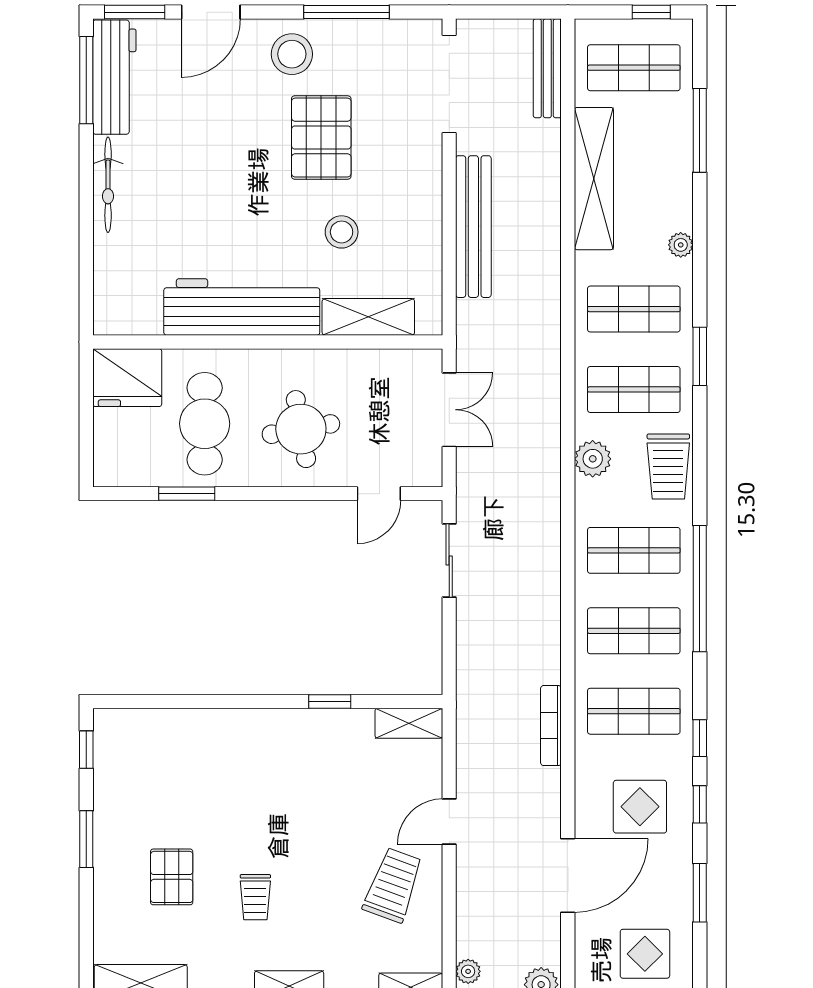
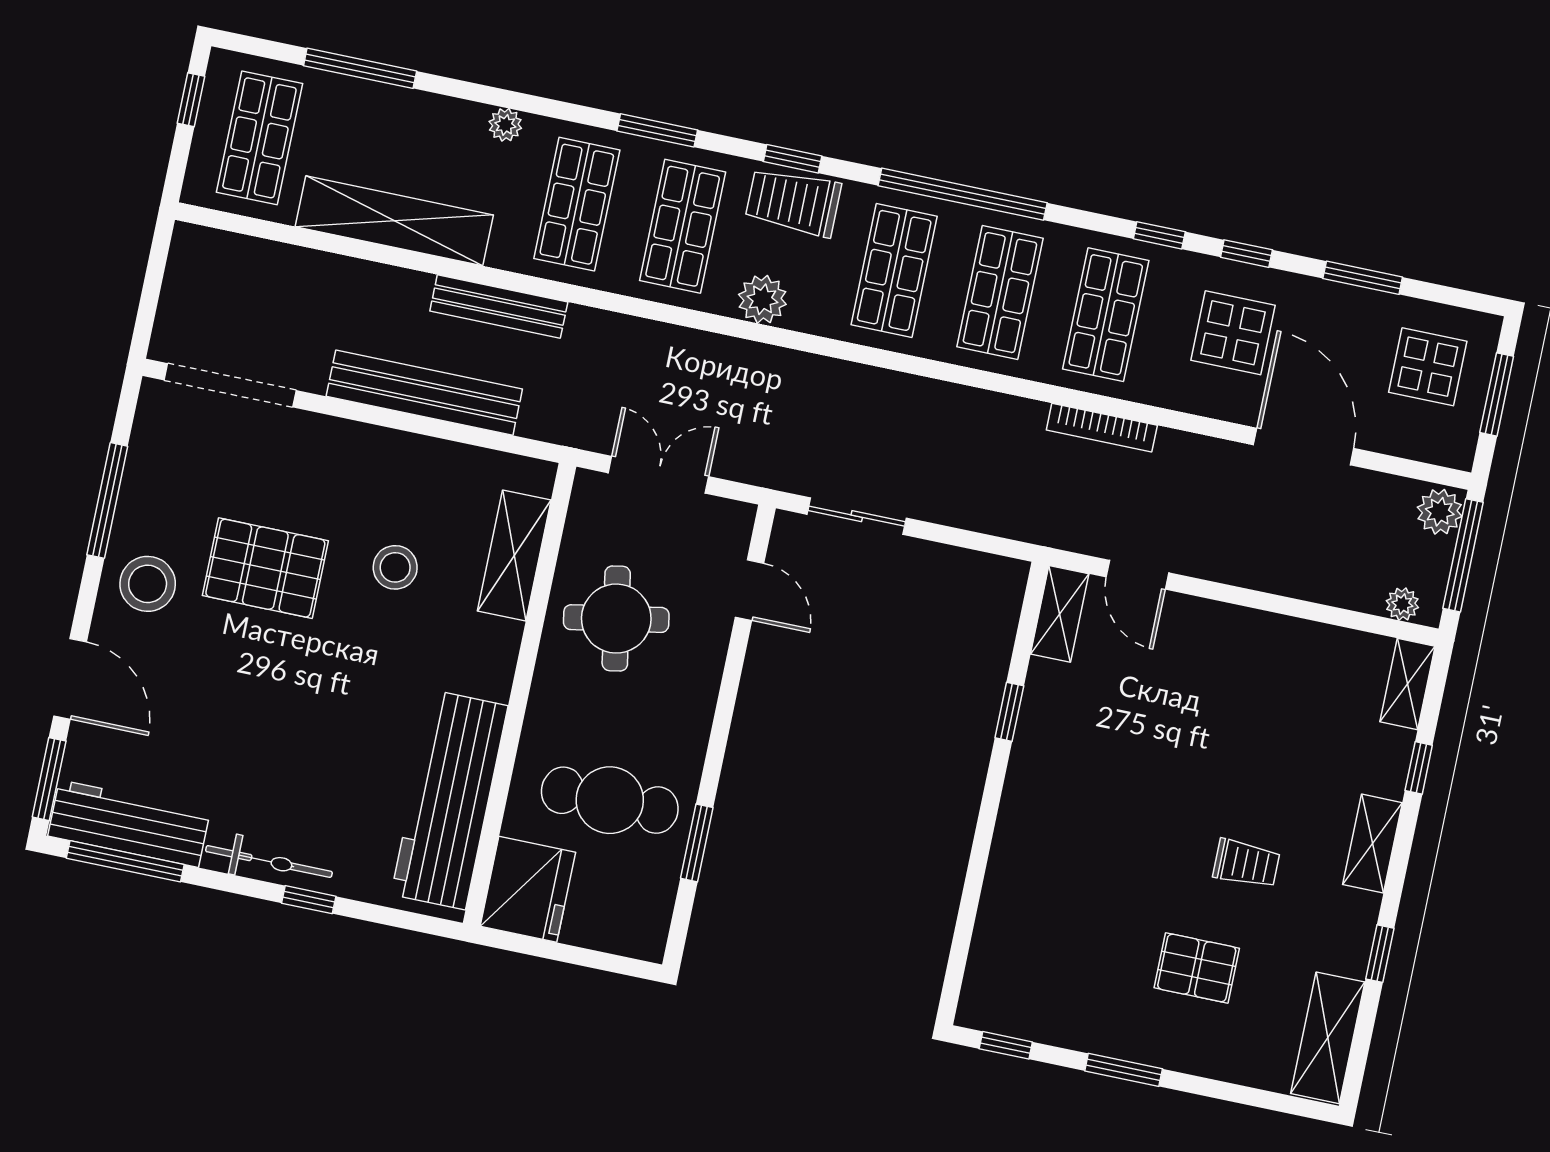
bench: (547, 68) -> (499, 307), moved
window: (86, 220) -> (309, 900), added
workbench: (242, 307) -> (449, 800), moved
round table: (301, 429) -> (616, 619), moved
window: (700, 459) -> (793, 159), added
trolley: (668, 466) -> (793, 202), turned 180
door: (449, 821) -> (1137, 575), moved
trolley: (393, 885) -> (1268, 679), removed

